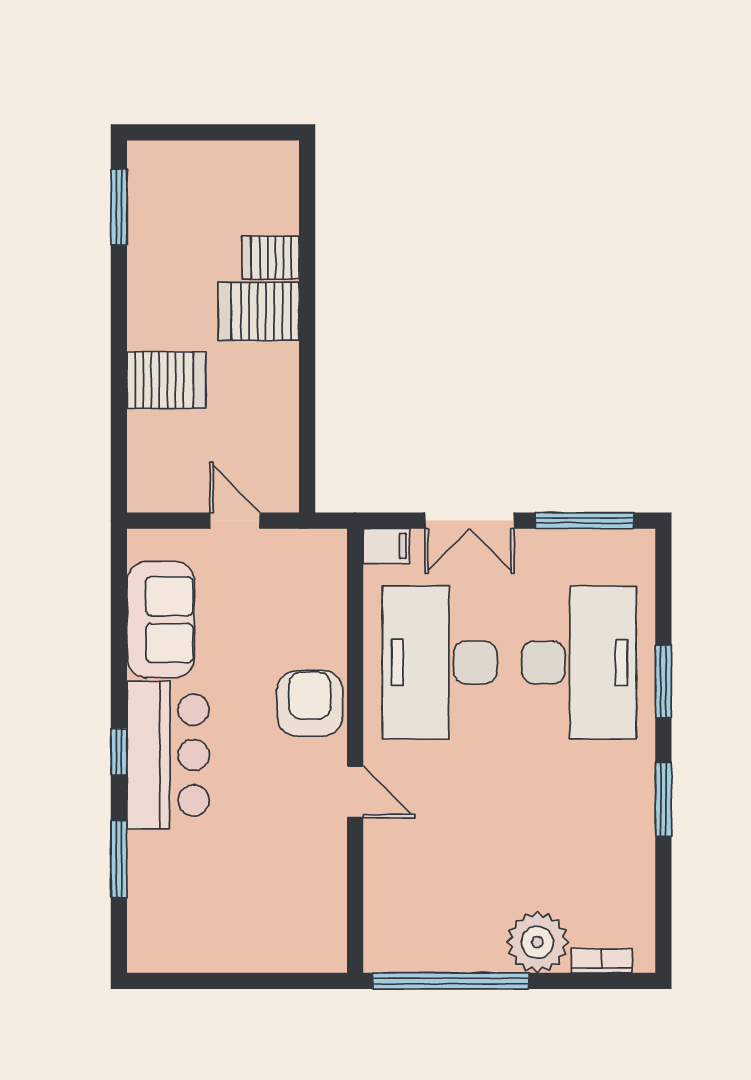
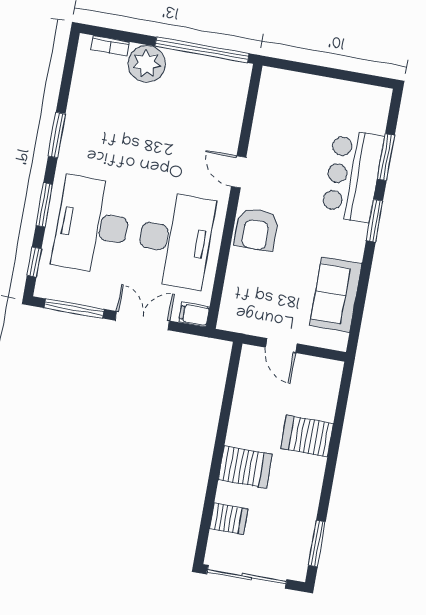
sliding door: (224, 132) -> (247, 577), added
server rack: (271, 258) -> (229, 519), moved
window: (663, 585) -> (34, 262), added
window: (119, 752) -> (374, 221), width x1.50
bar counter: (168, 755) -> (352, 176), moved

